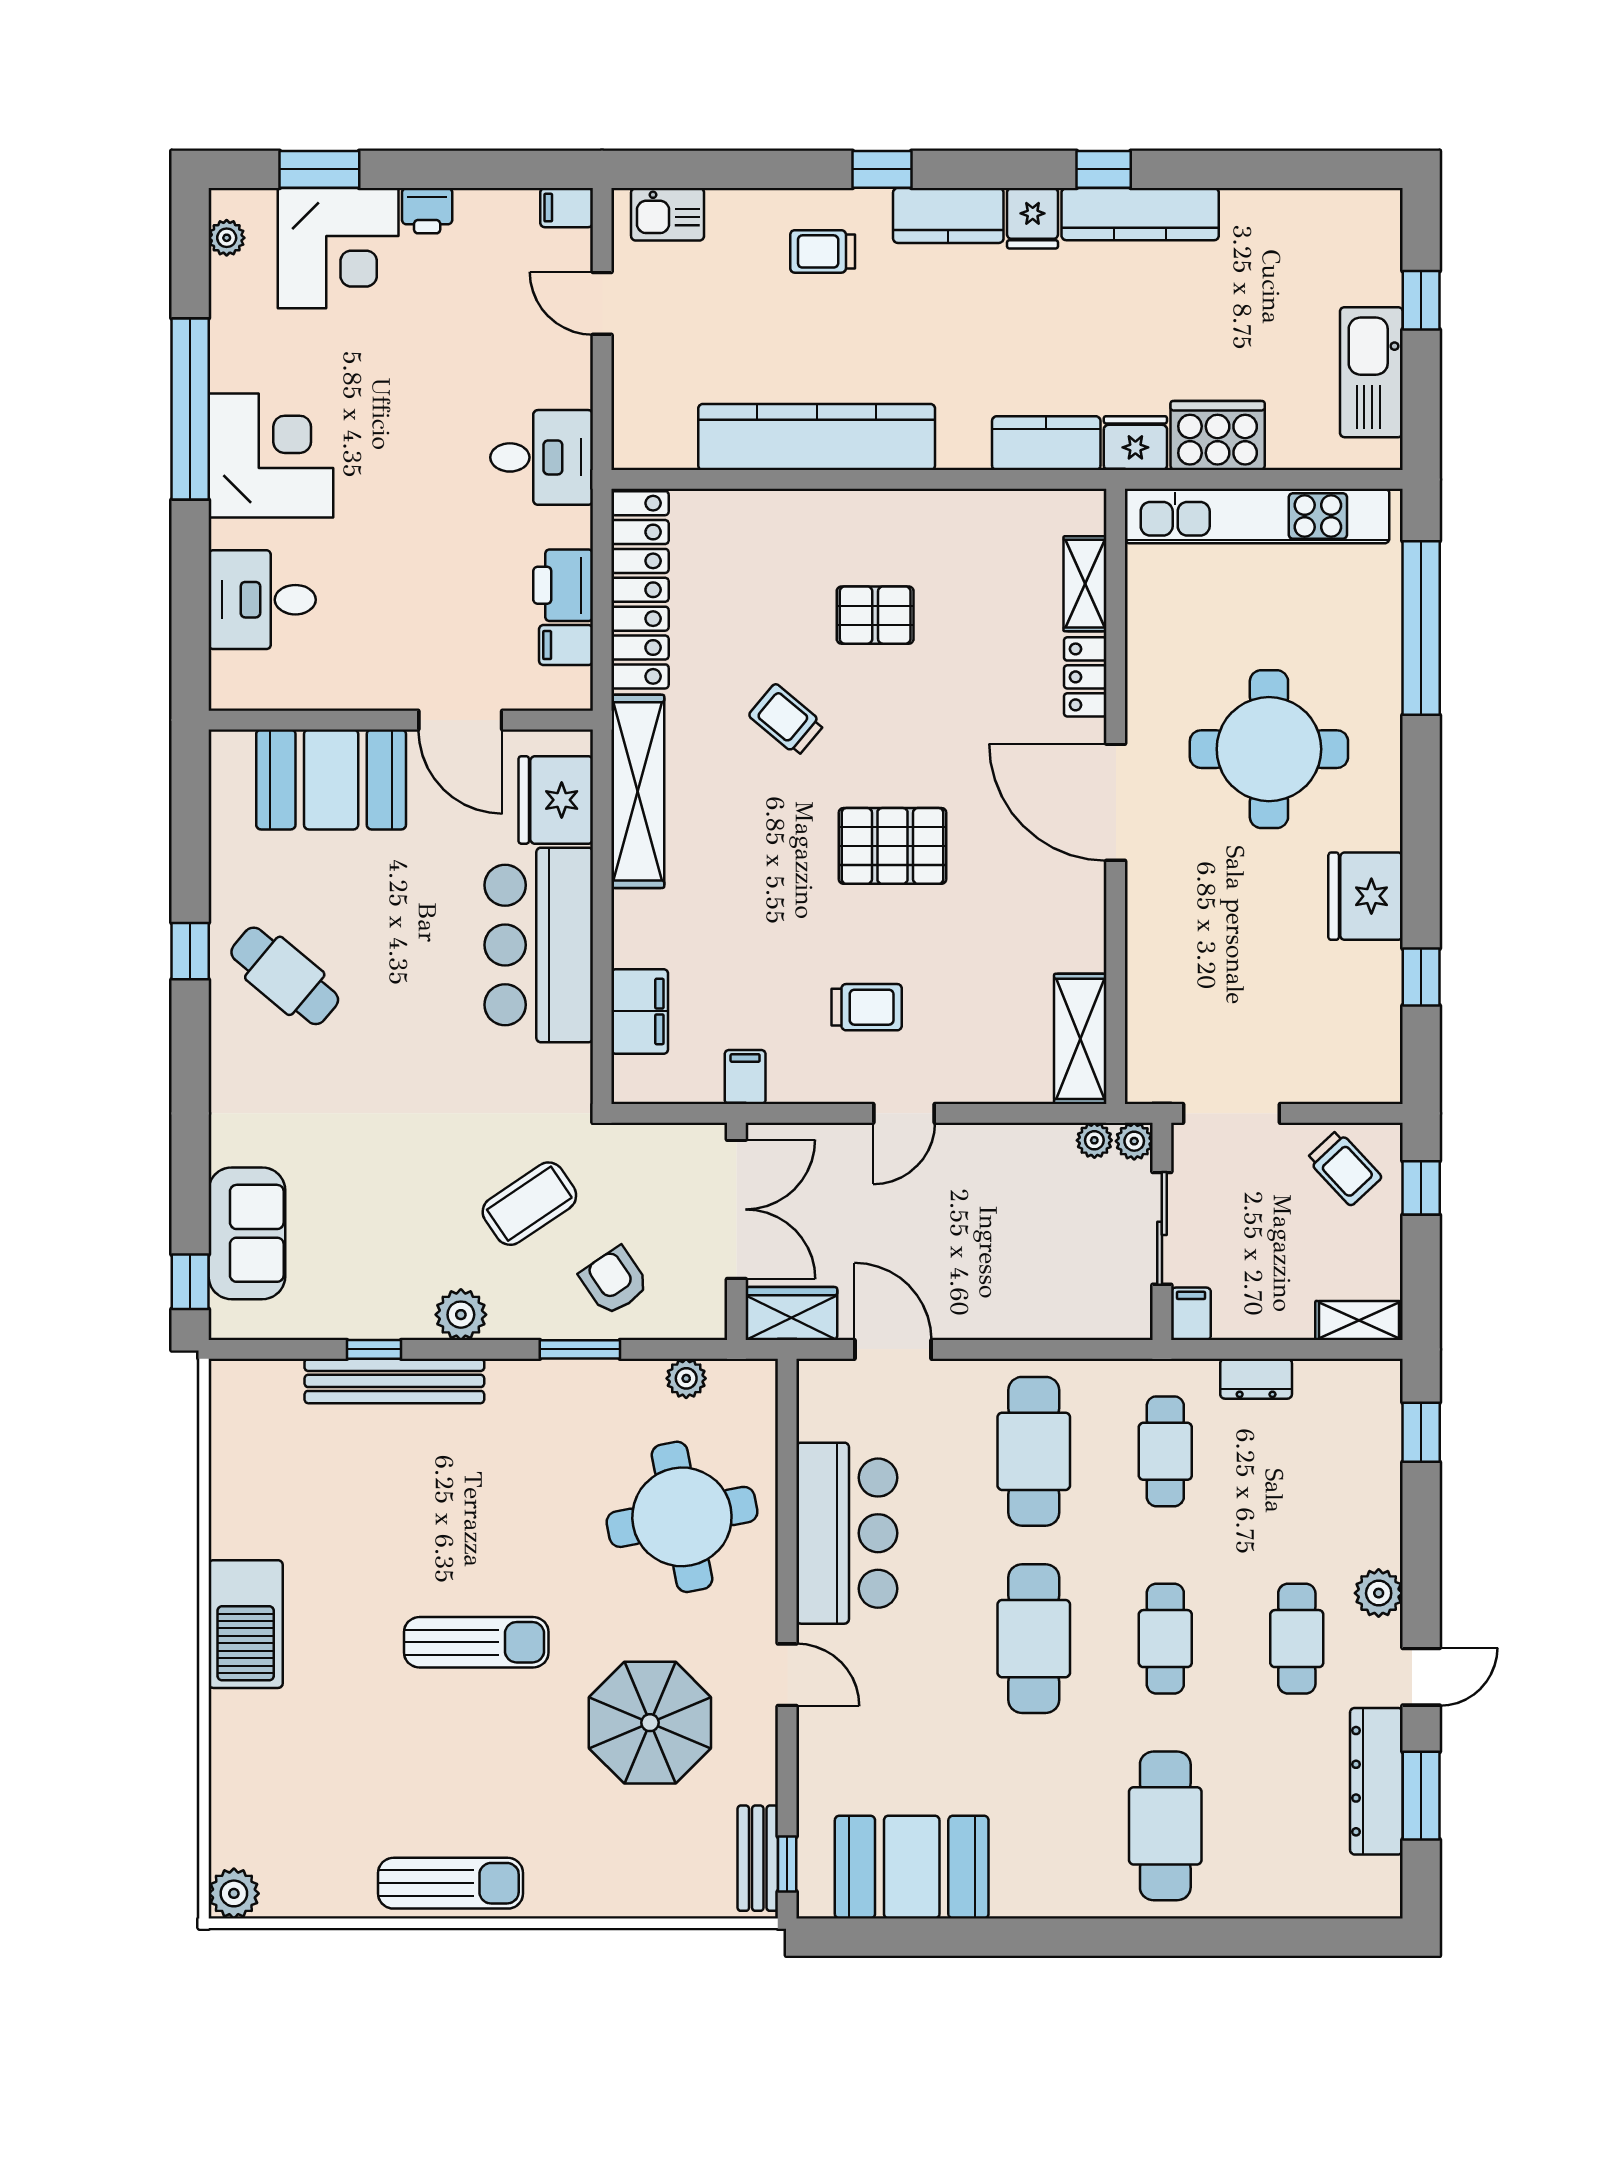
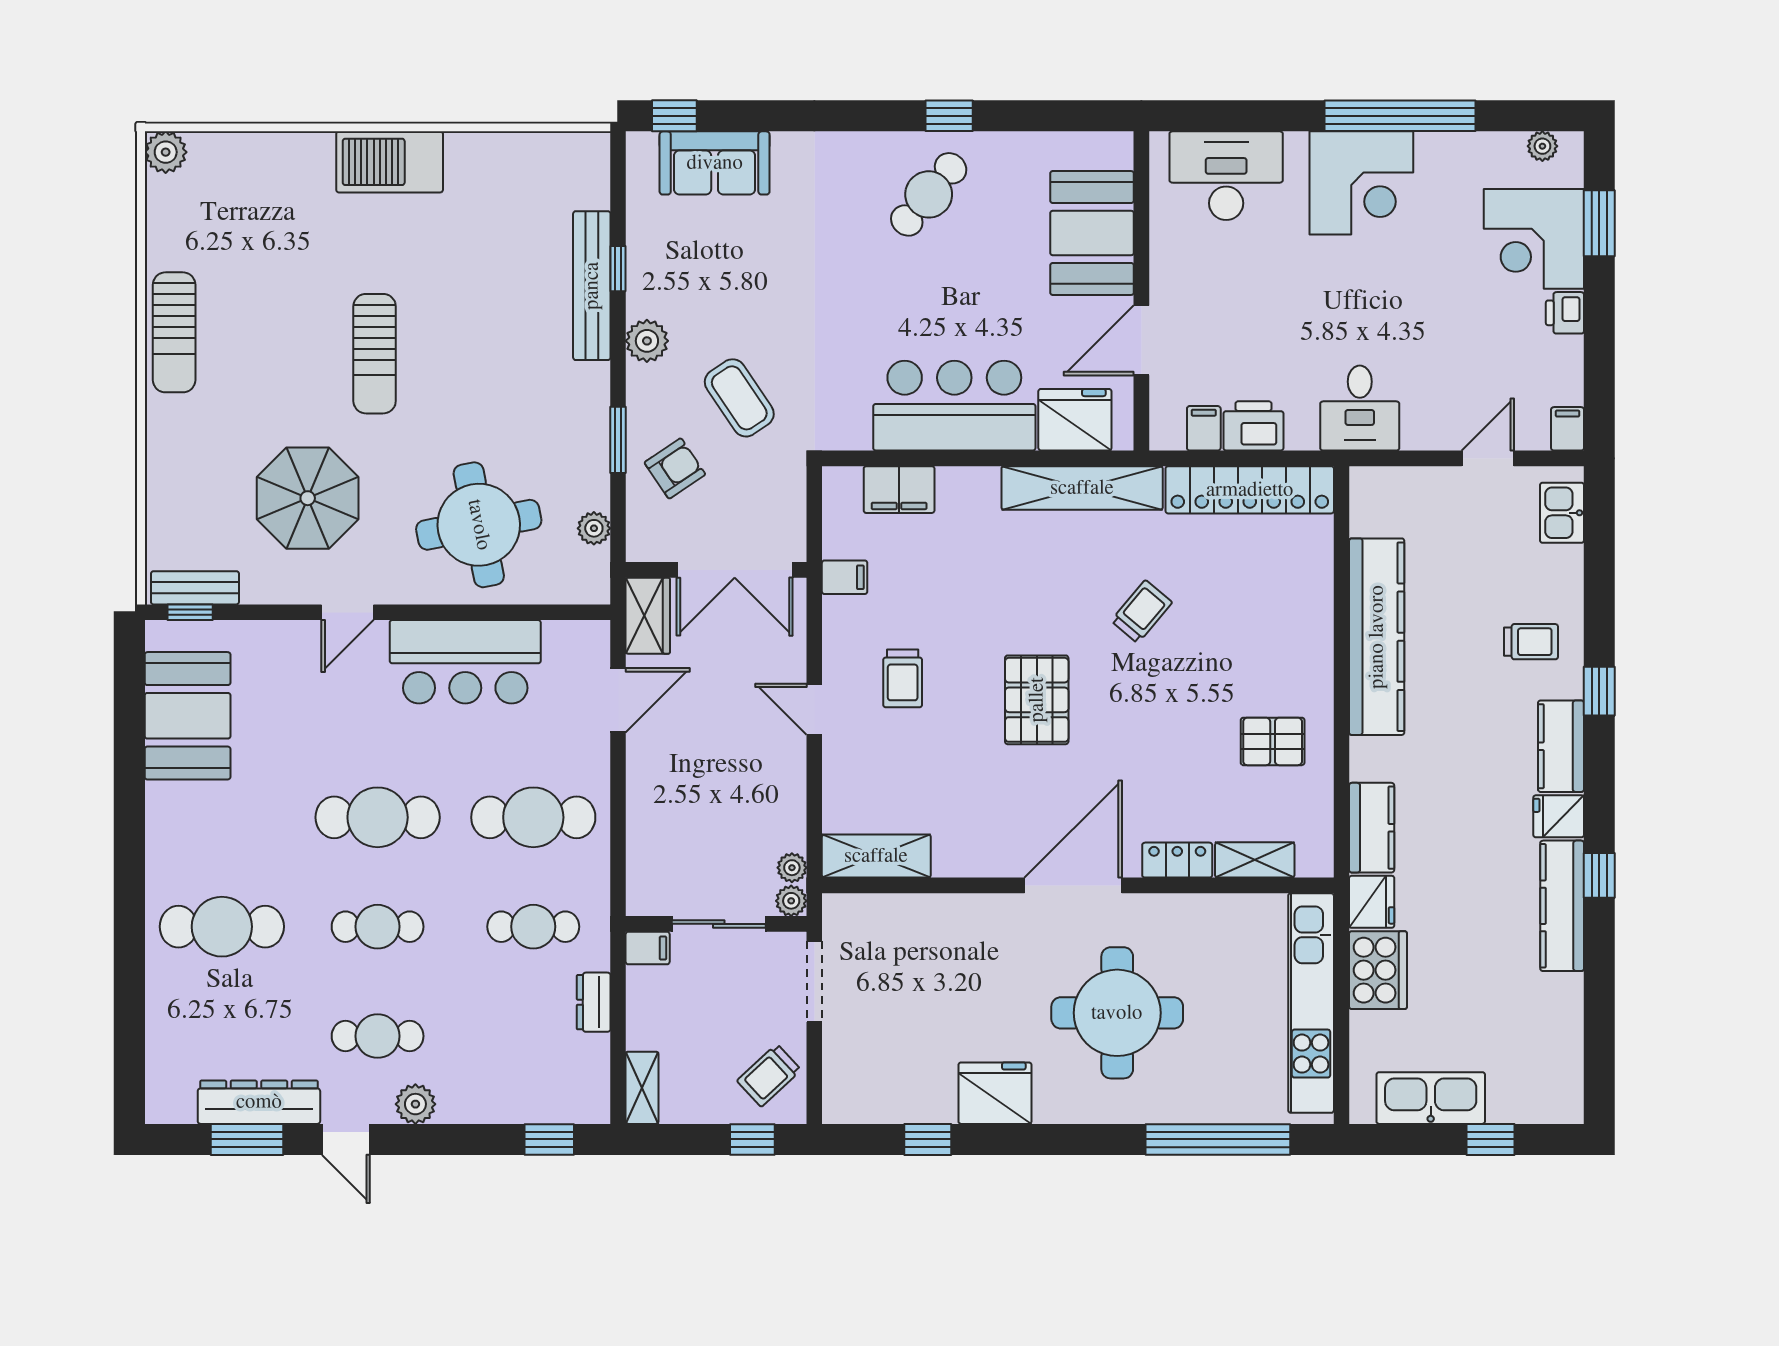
trolley: (823, 251) -> (1531, 642), turned 90
desk: (262, 600) -> (1226, 176), width x1.37
pallet: (875, 615) -> (1273, 741), moved, turned 90

